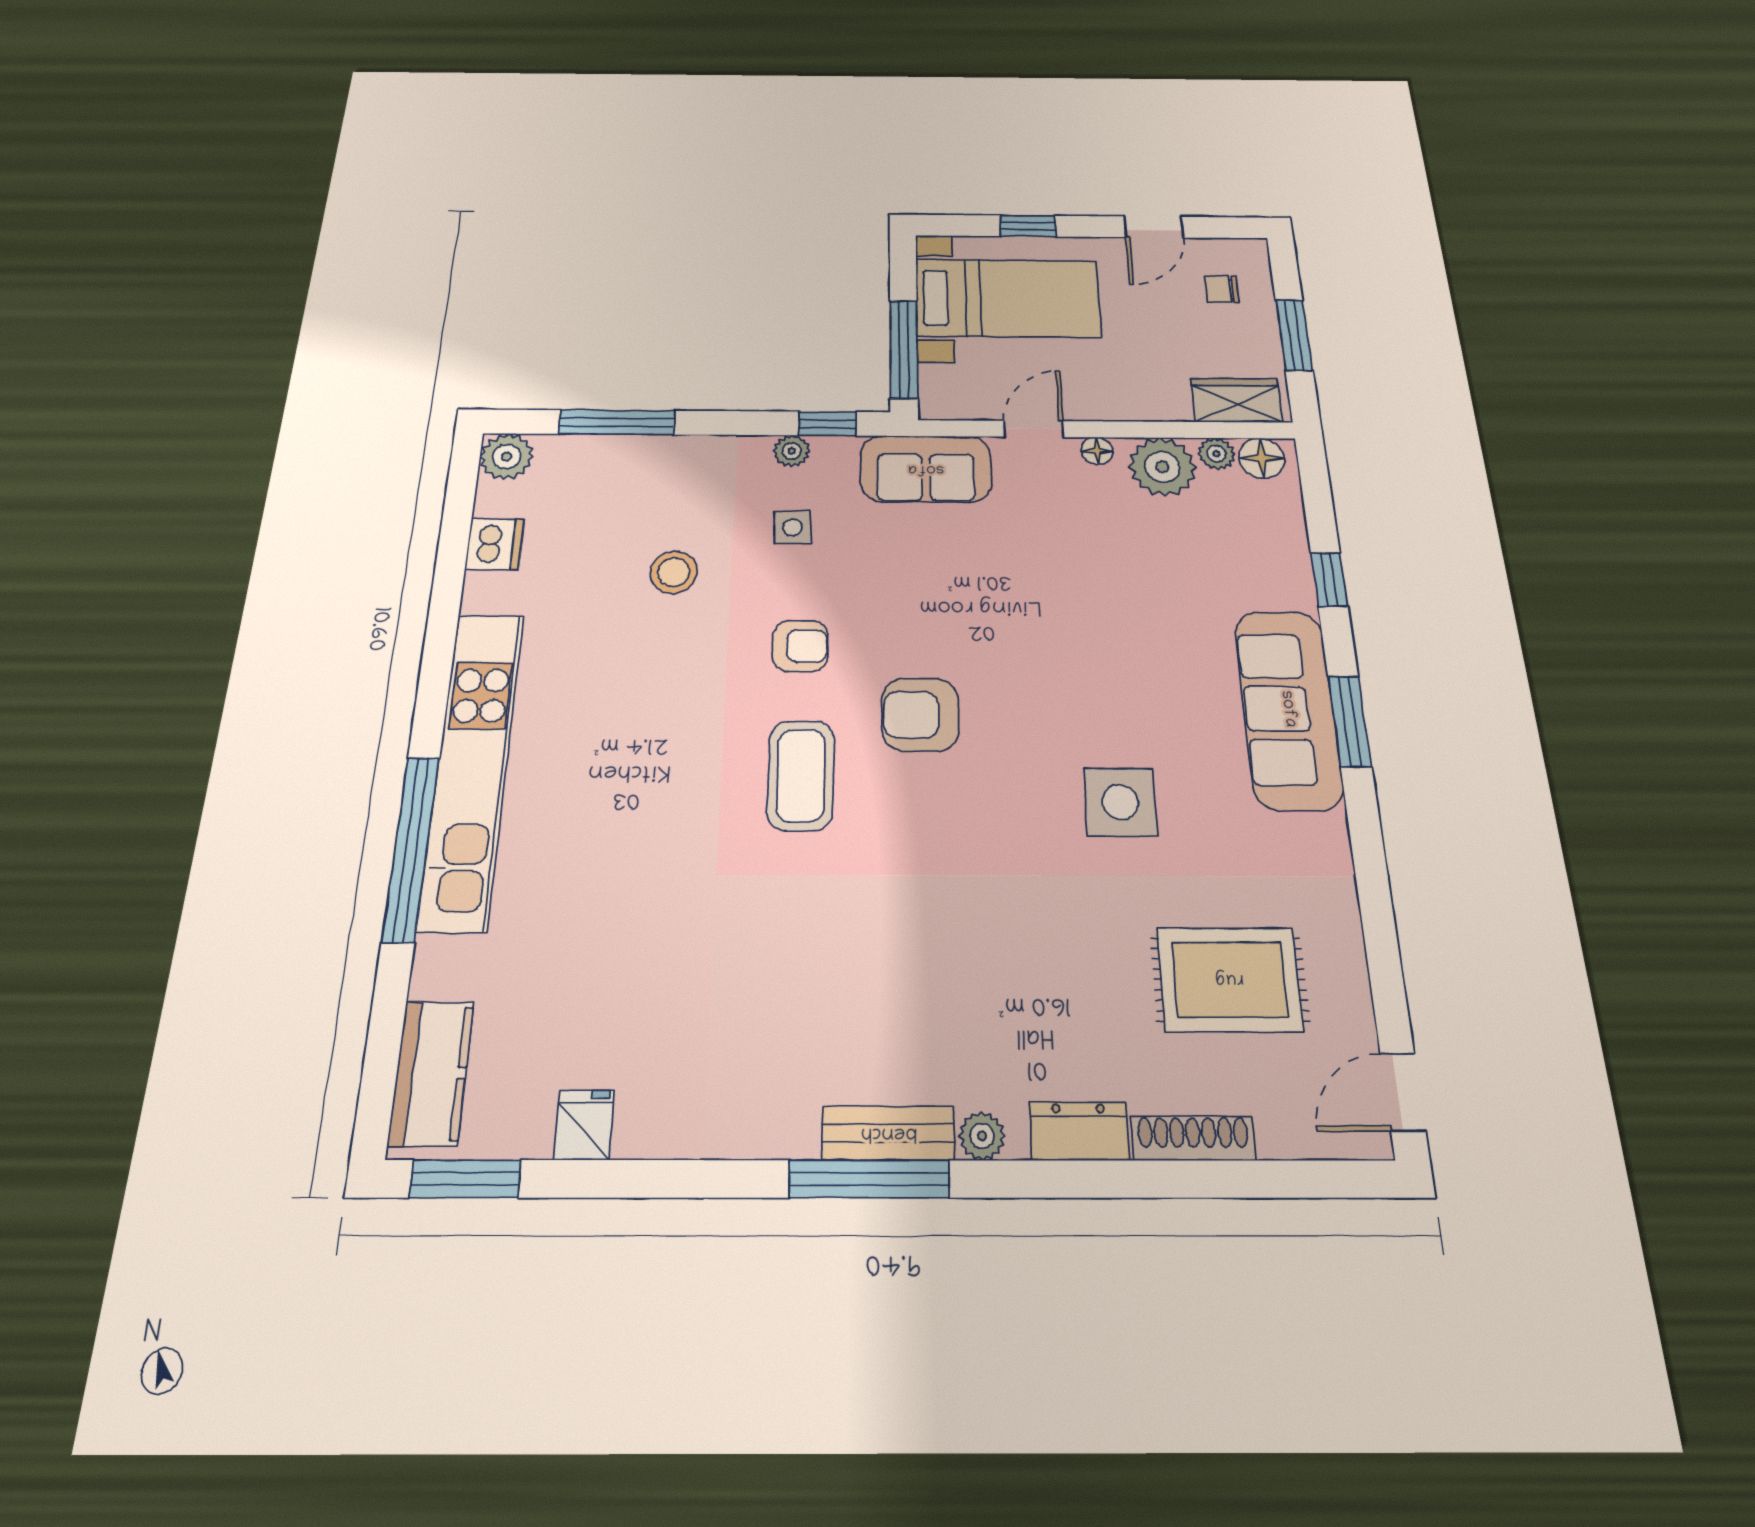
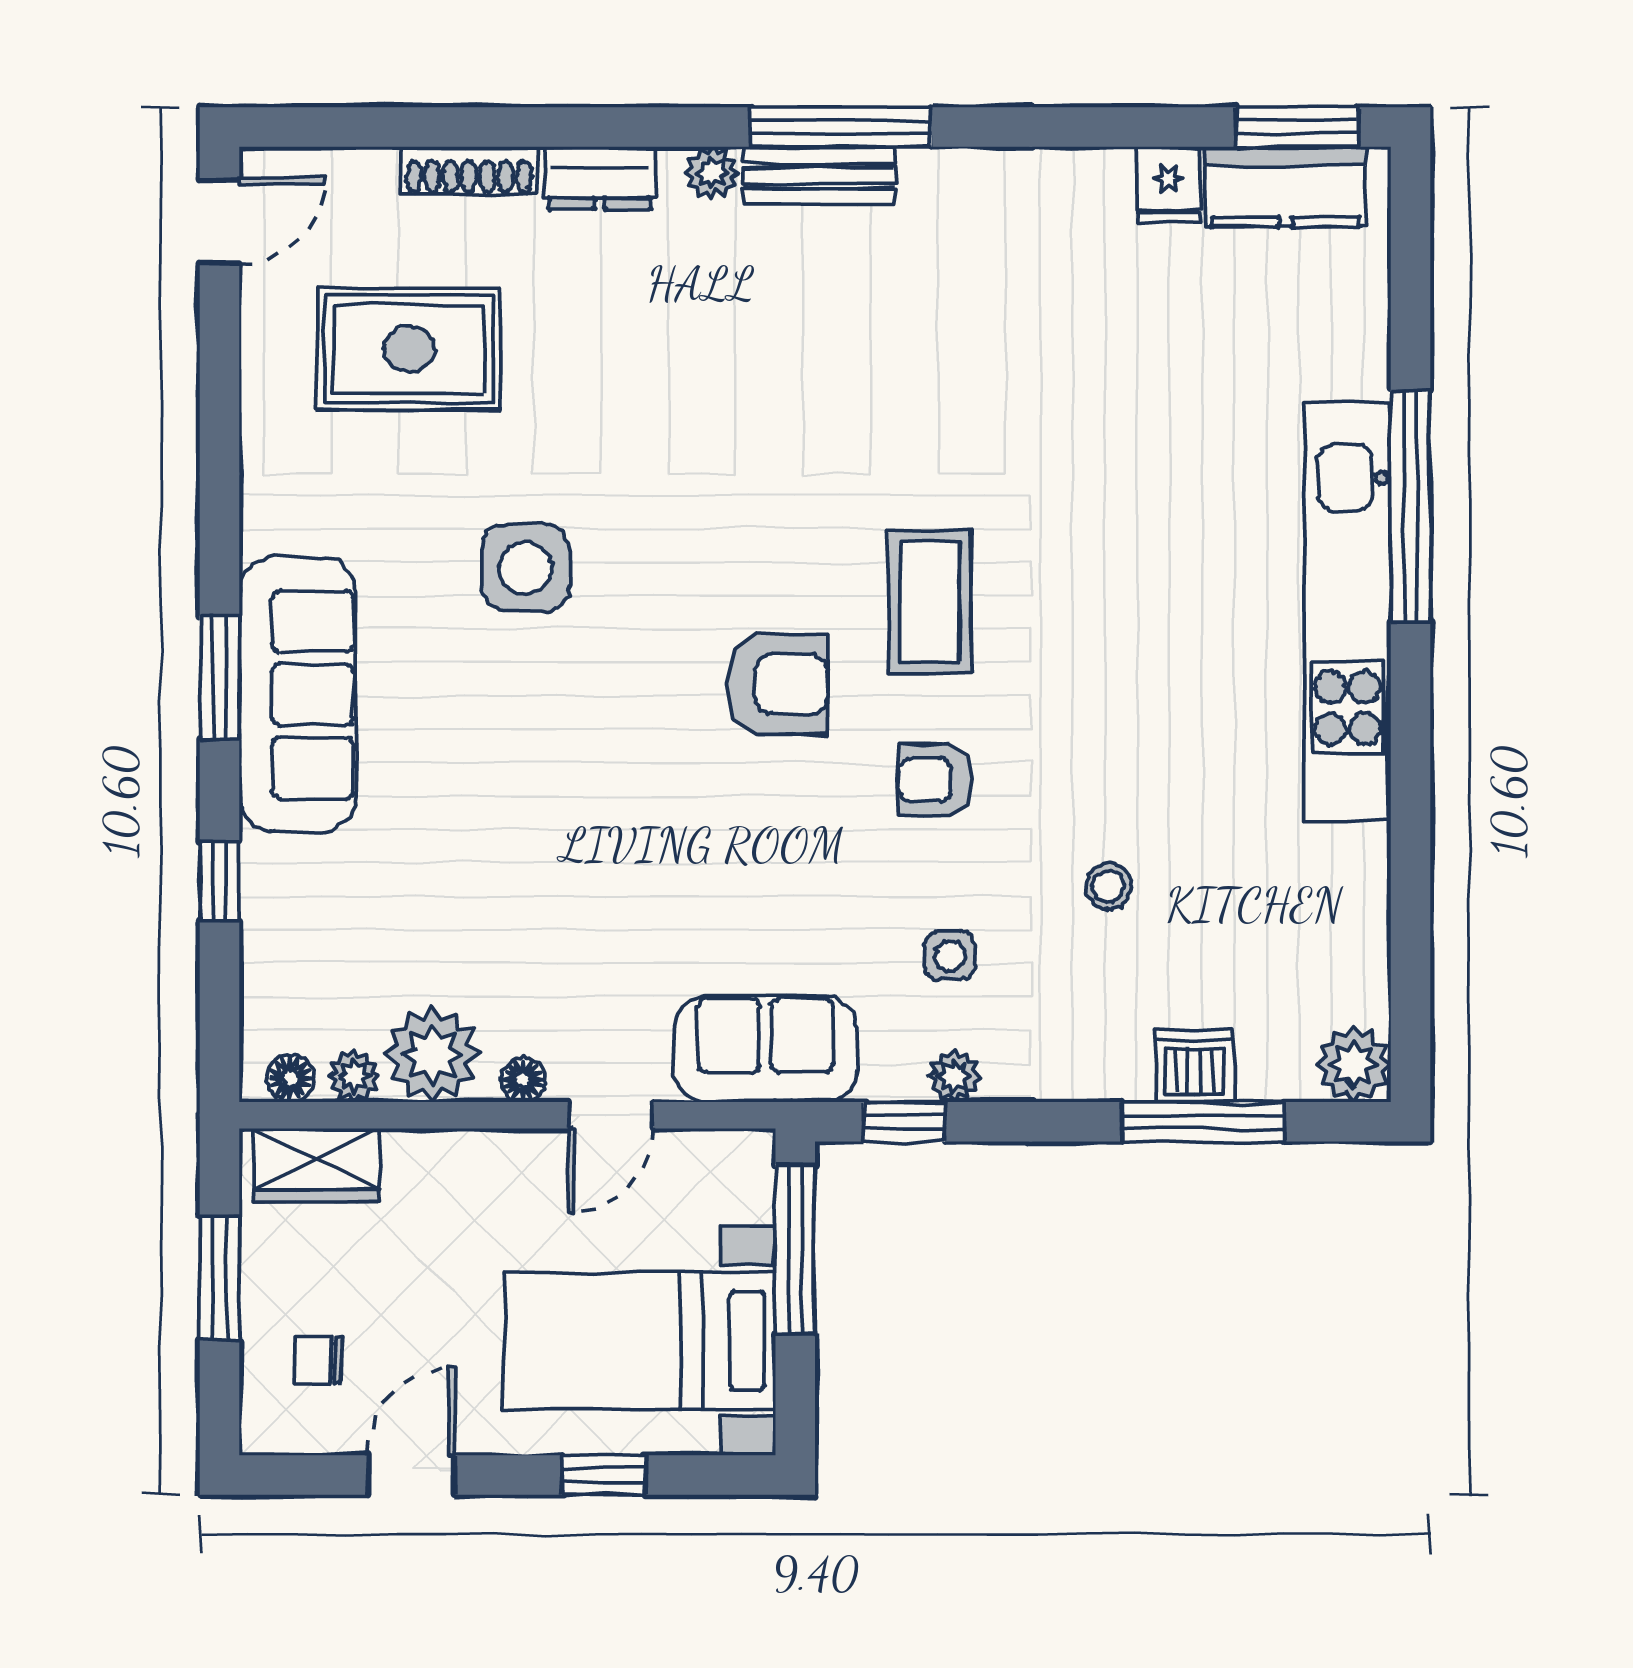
chair: (1222, 289) -> (318, 1360), turned 180
floor lamp: (1262, 458) -> (290, 1078), width x0.73, depth x0.73
dishwasher: (495, 544) -> (1195, 1066), moved, turned 90
stool: (674, 572) -> (1109, 886), width x0.73, depth x0.73
kitchen counter: (431, 1073) -> (1286, 187), moved, turned -90

